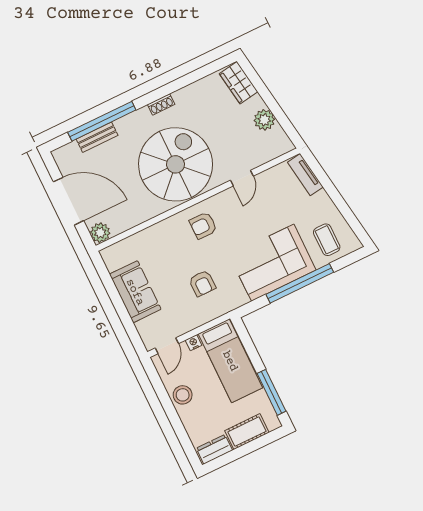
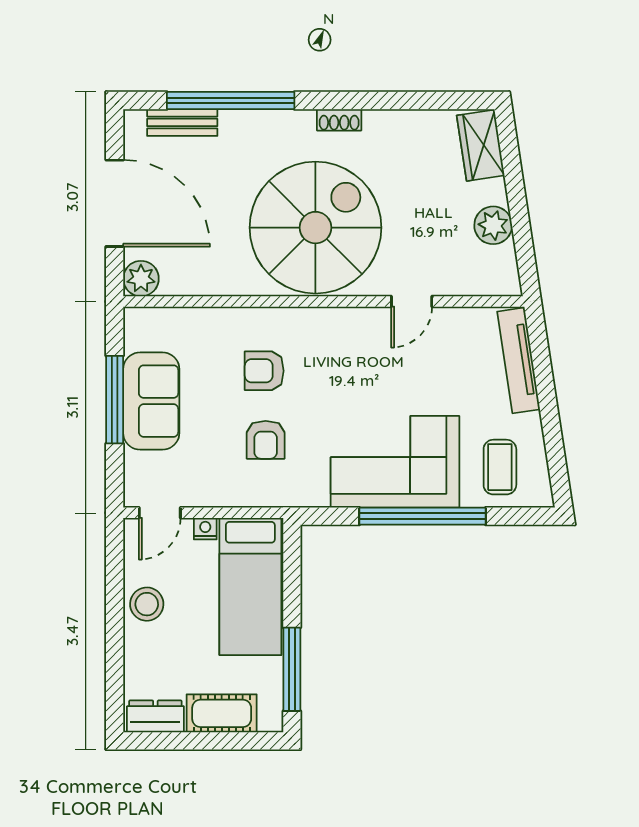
bench: (97, 137) -> (182, 122), moved
tv unit: (305, 175) -> (519, 360), width x1.41
armchair: (203, 225) -> (264, 371), moved
window: (117, 300) -> (115, 400), added

